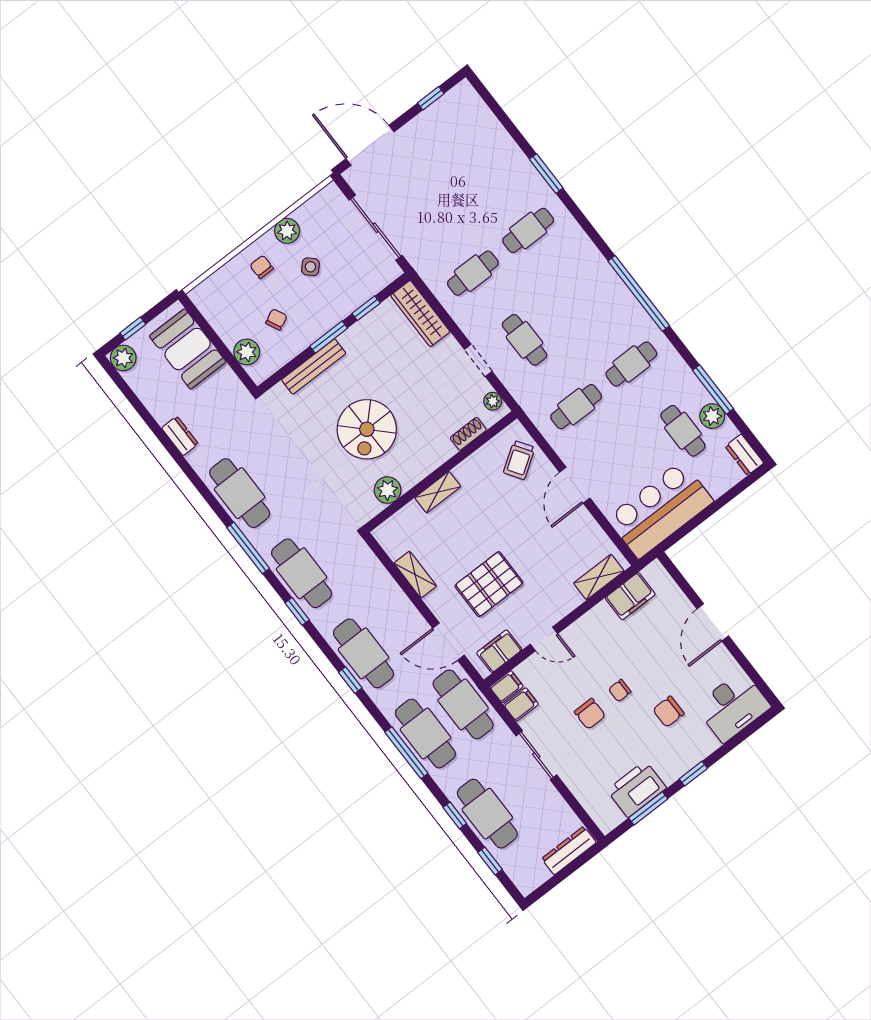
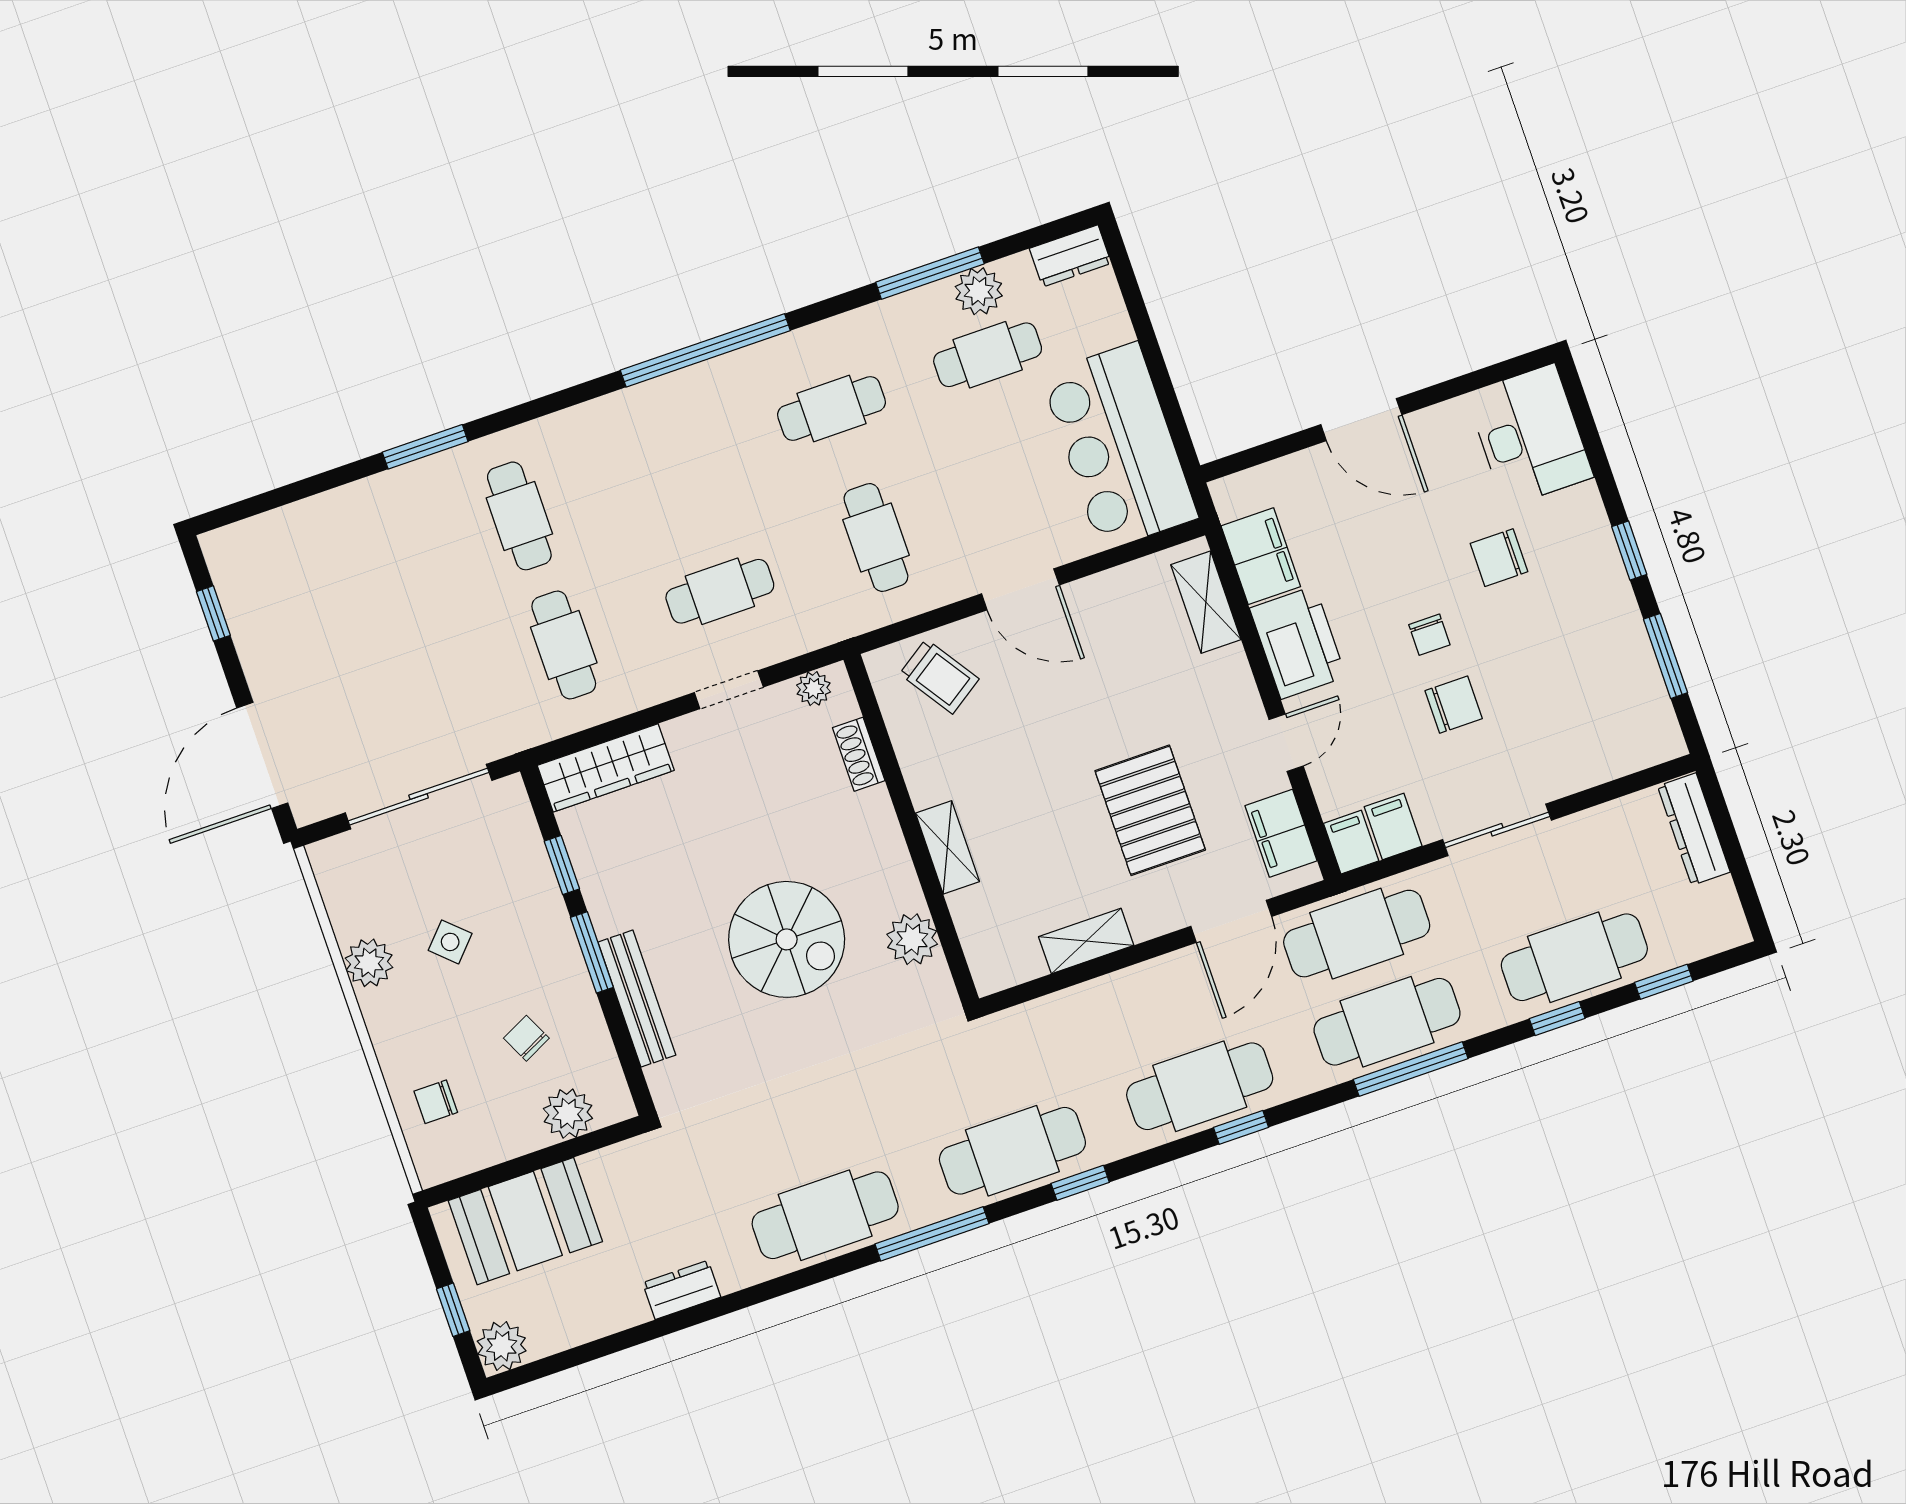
chair: (262, 267) -> (436, 1102), moved
cafe table: (631, 364) -> (832, 408), turned 90
chair: (668, 712) -> (1499, 558), turned 90
printer: (637, 789) -> (1298, 643), moved, turned 180

